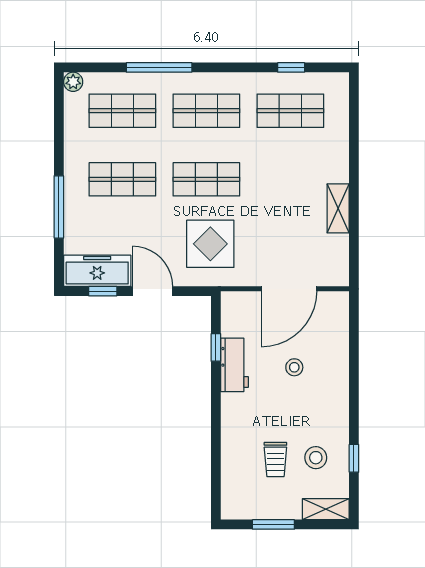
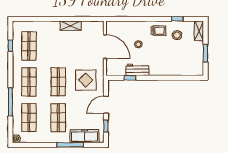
freezer: (97, 271) -> (85, 136), moved, turned 90
trolley: (275, 459) -> (158, 31), moved

